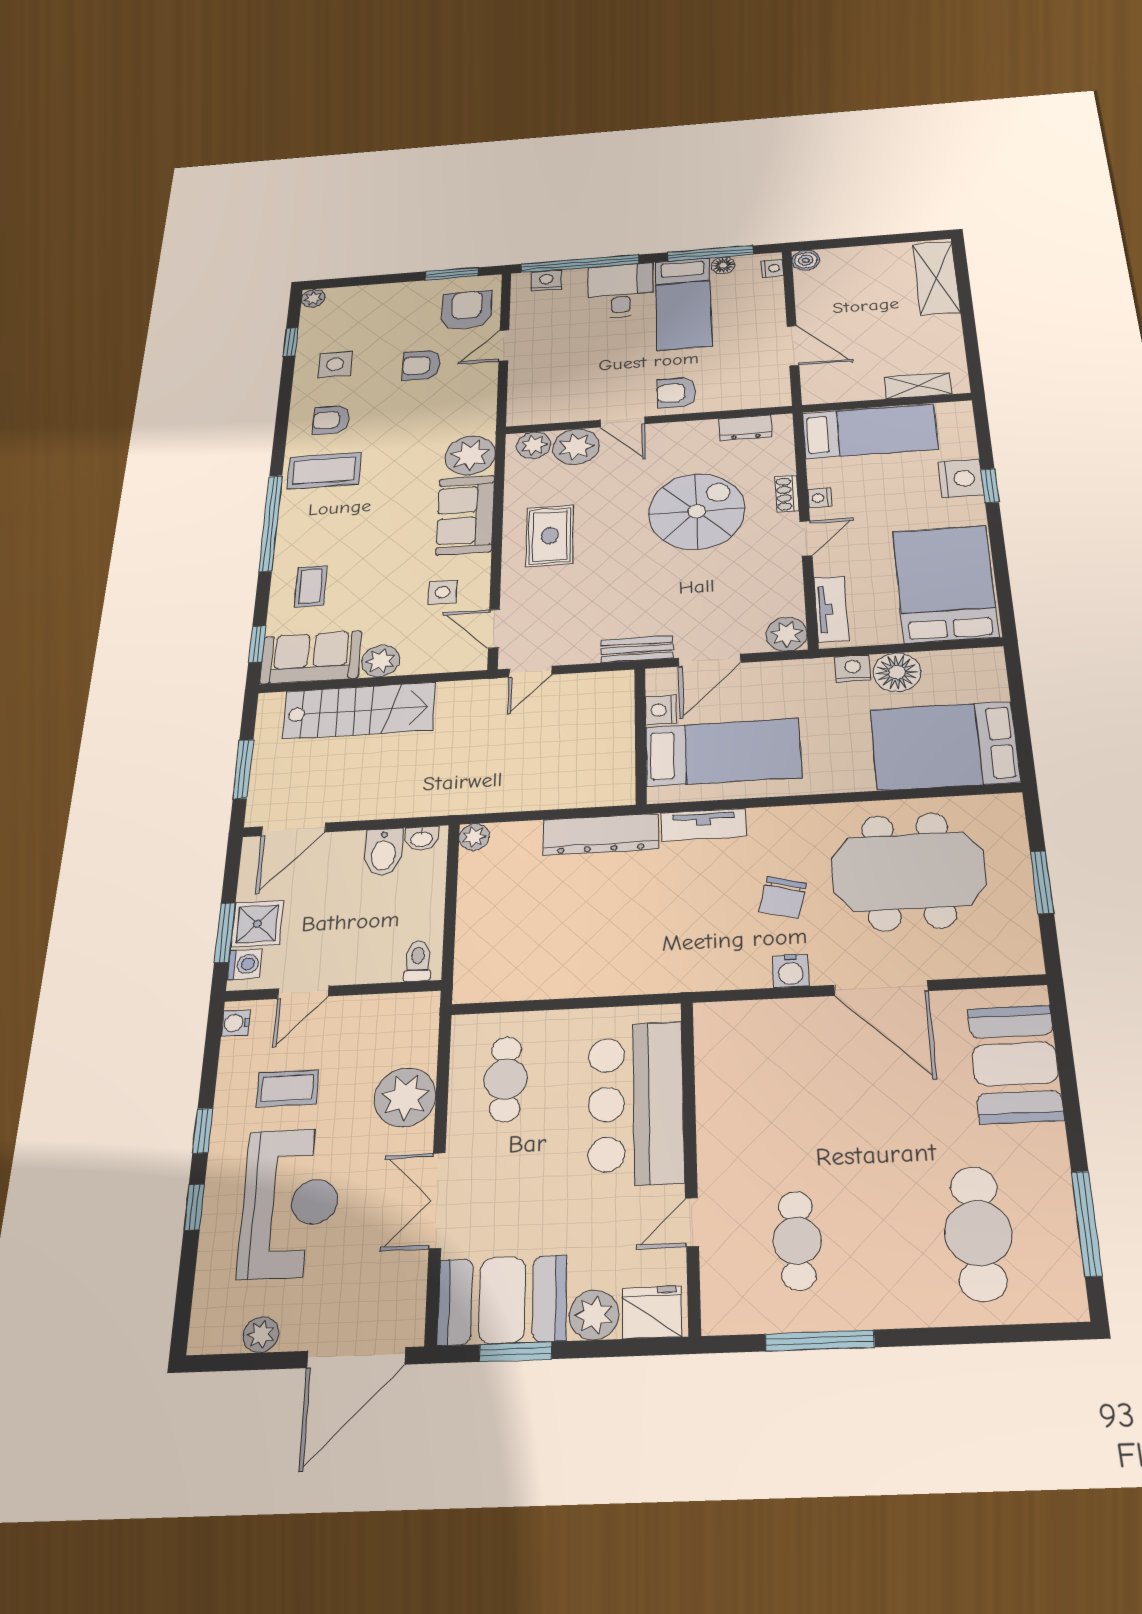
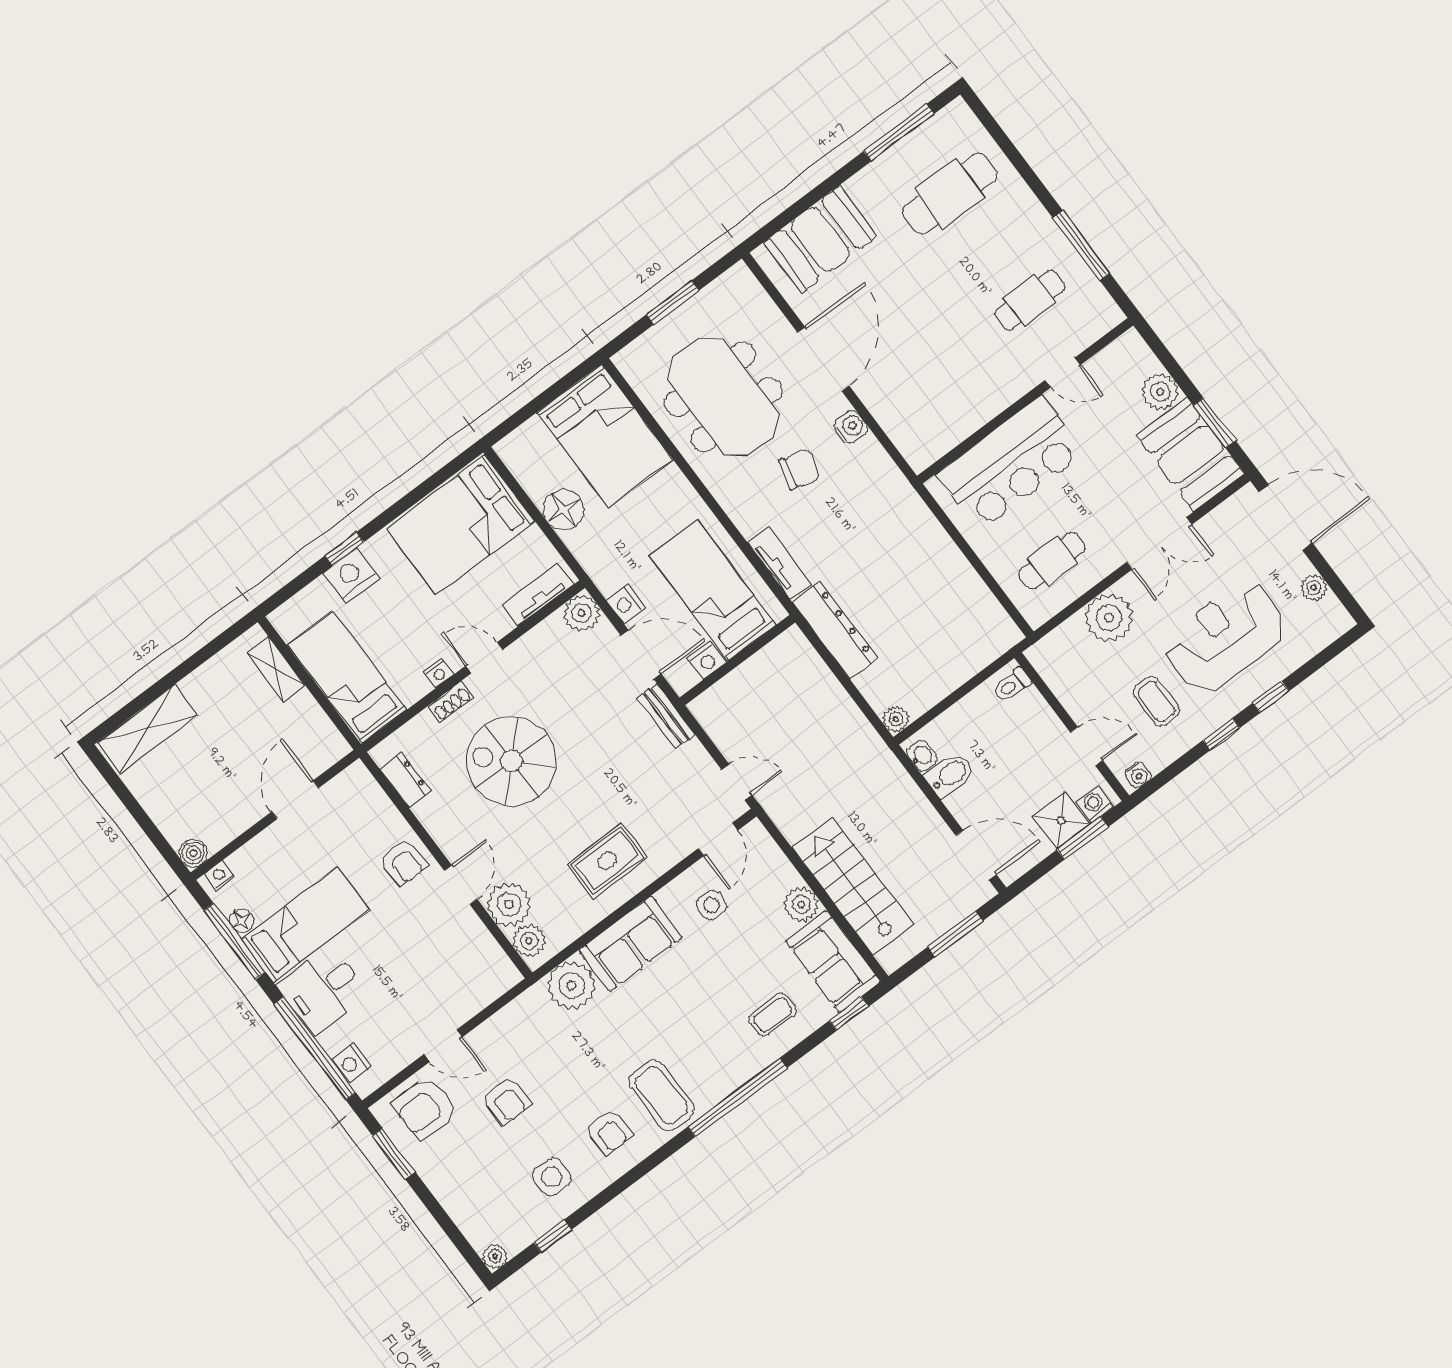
nightstand: (853, 669) -> (626, 603), moved
fridge: (652, 1312) -> (1134, 358), removed

